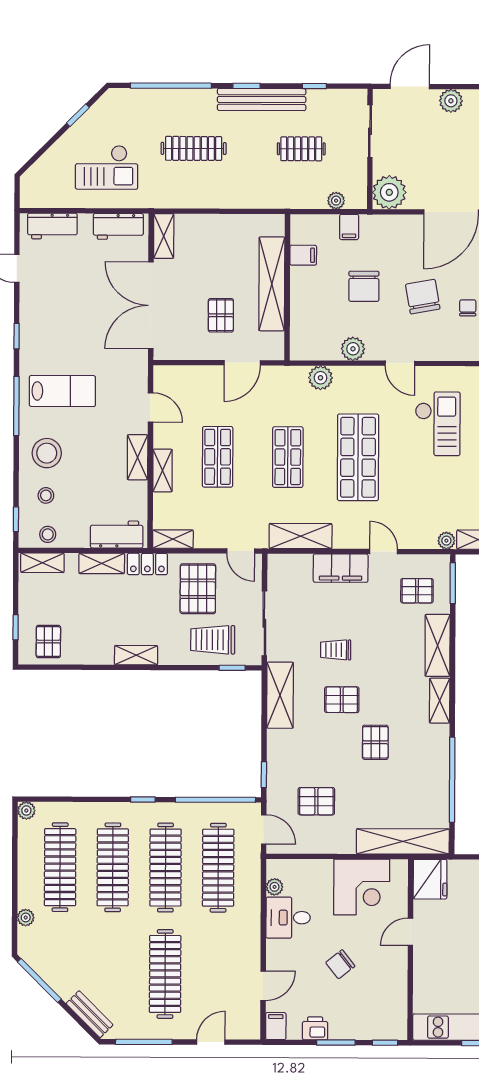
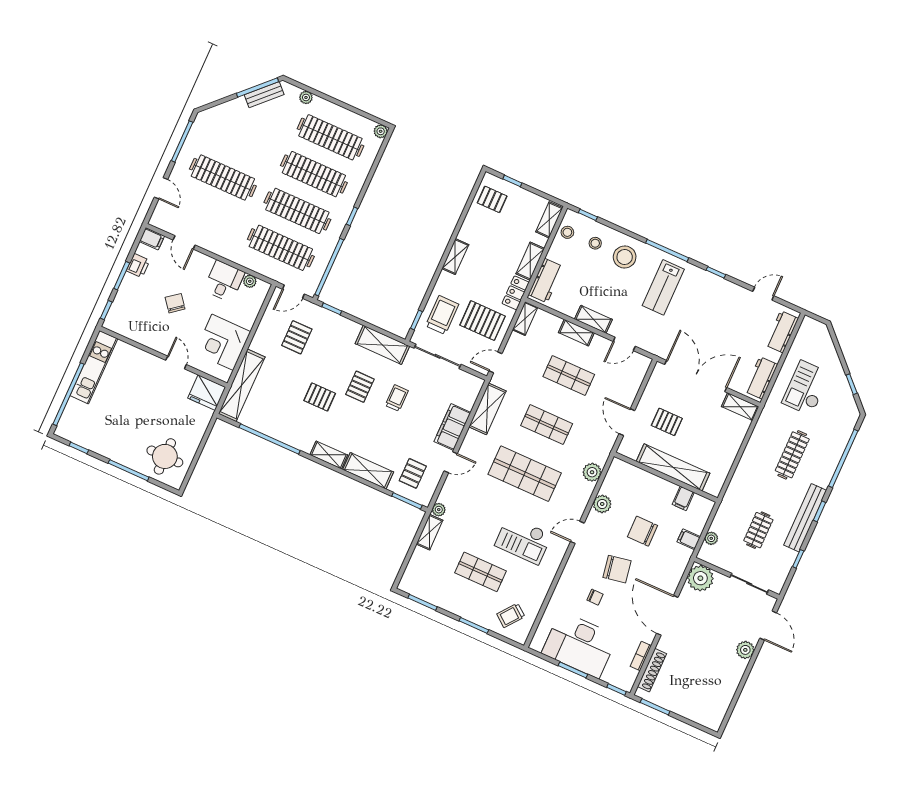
bench: (90, 1014) -> (264, 95), moved

